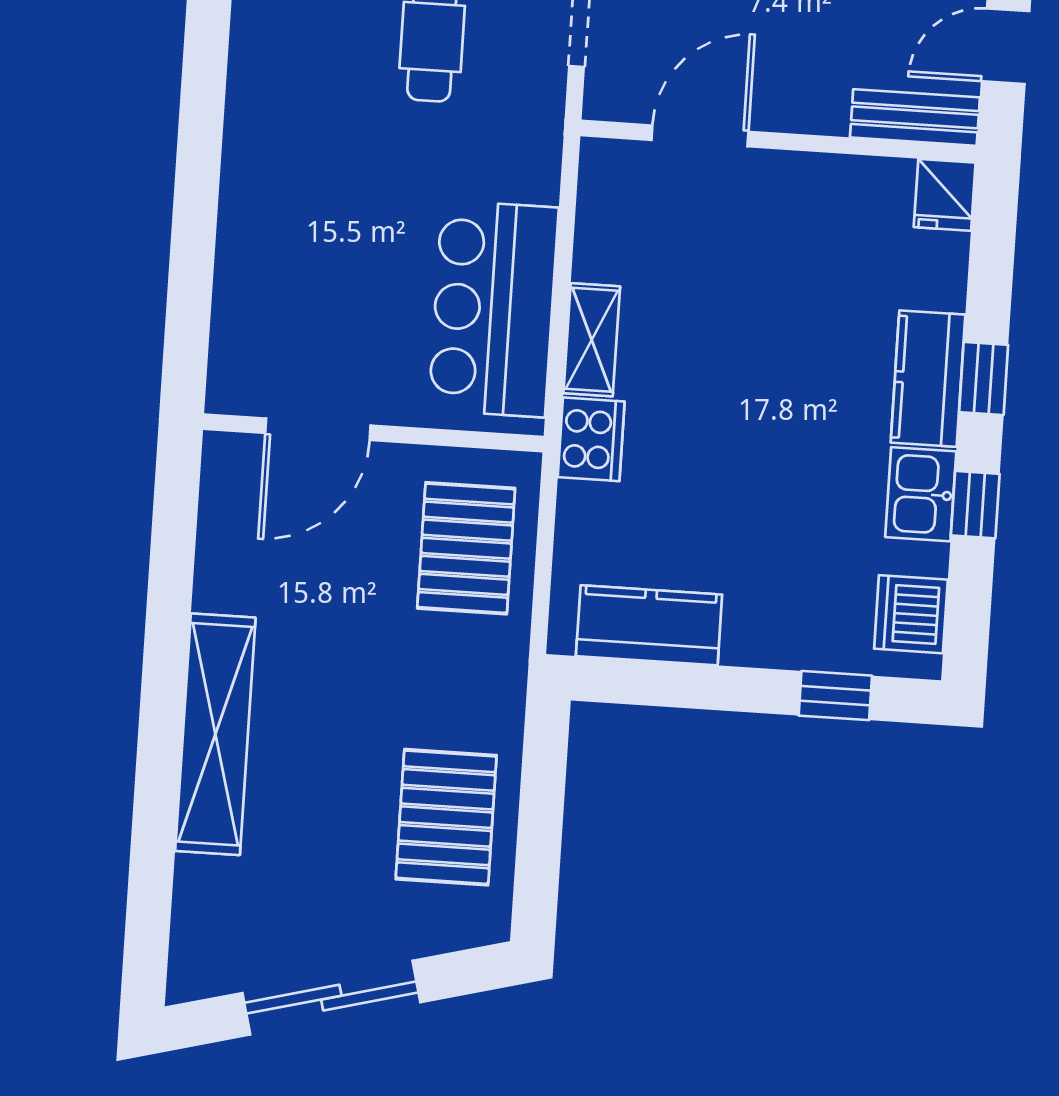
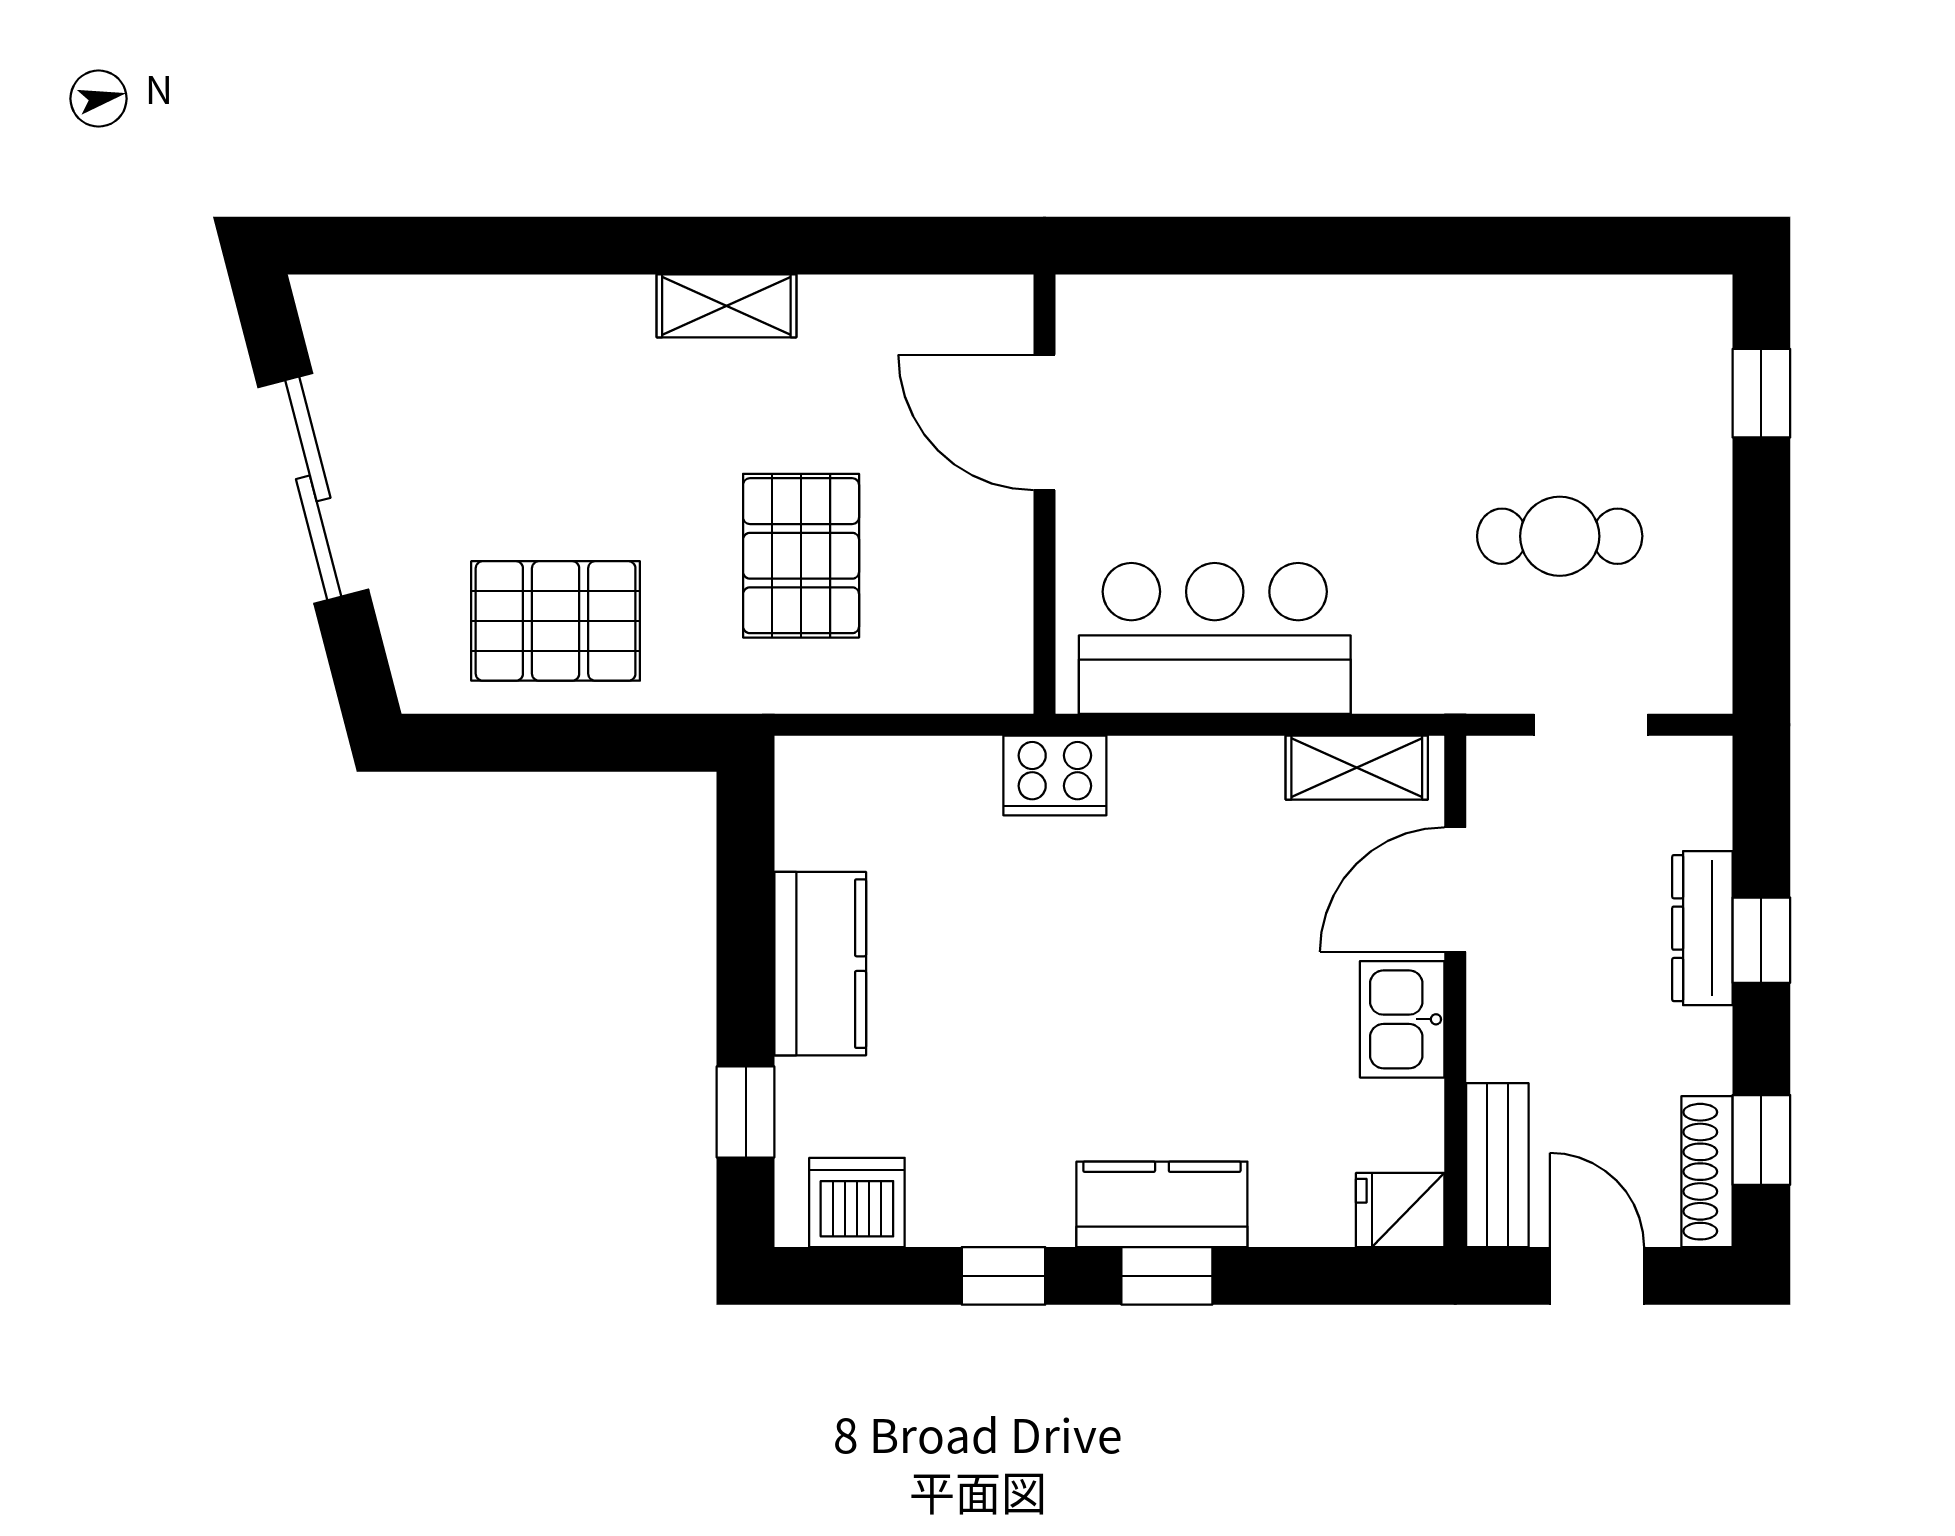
door: (700, 136) -> (1455, 890), swing flipped
shelving: (592, 340) -> (1357, 768), moved
kitchen sink: (921, 494) -> (1402, 1019), moved, turned -90
pallet: (466, 548) -> (801, 556), moved, turned 90
kitchen counter: (649, 625) -> (820, 964), moved
shelving: (215, 734) -> (726, 306), width x0.45, depth x0.75

